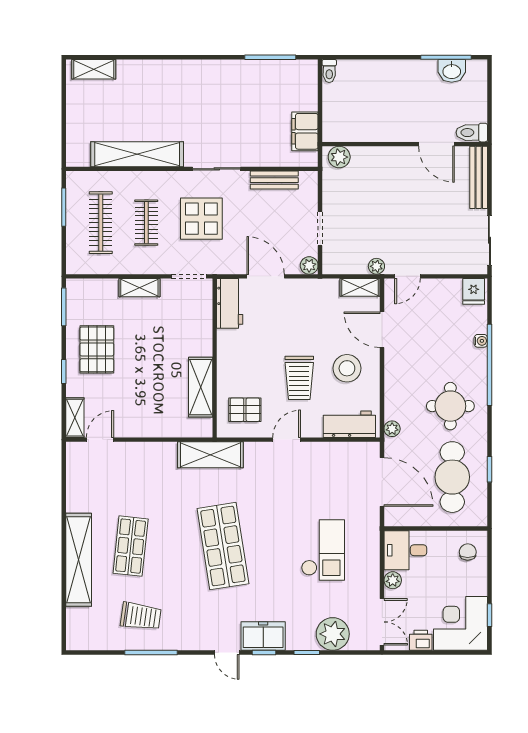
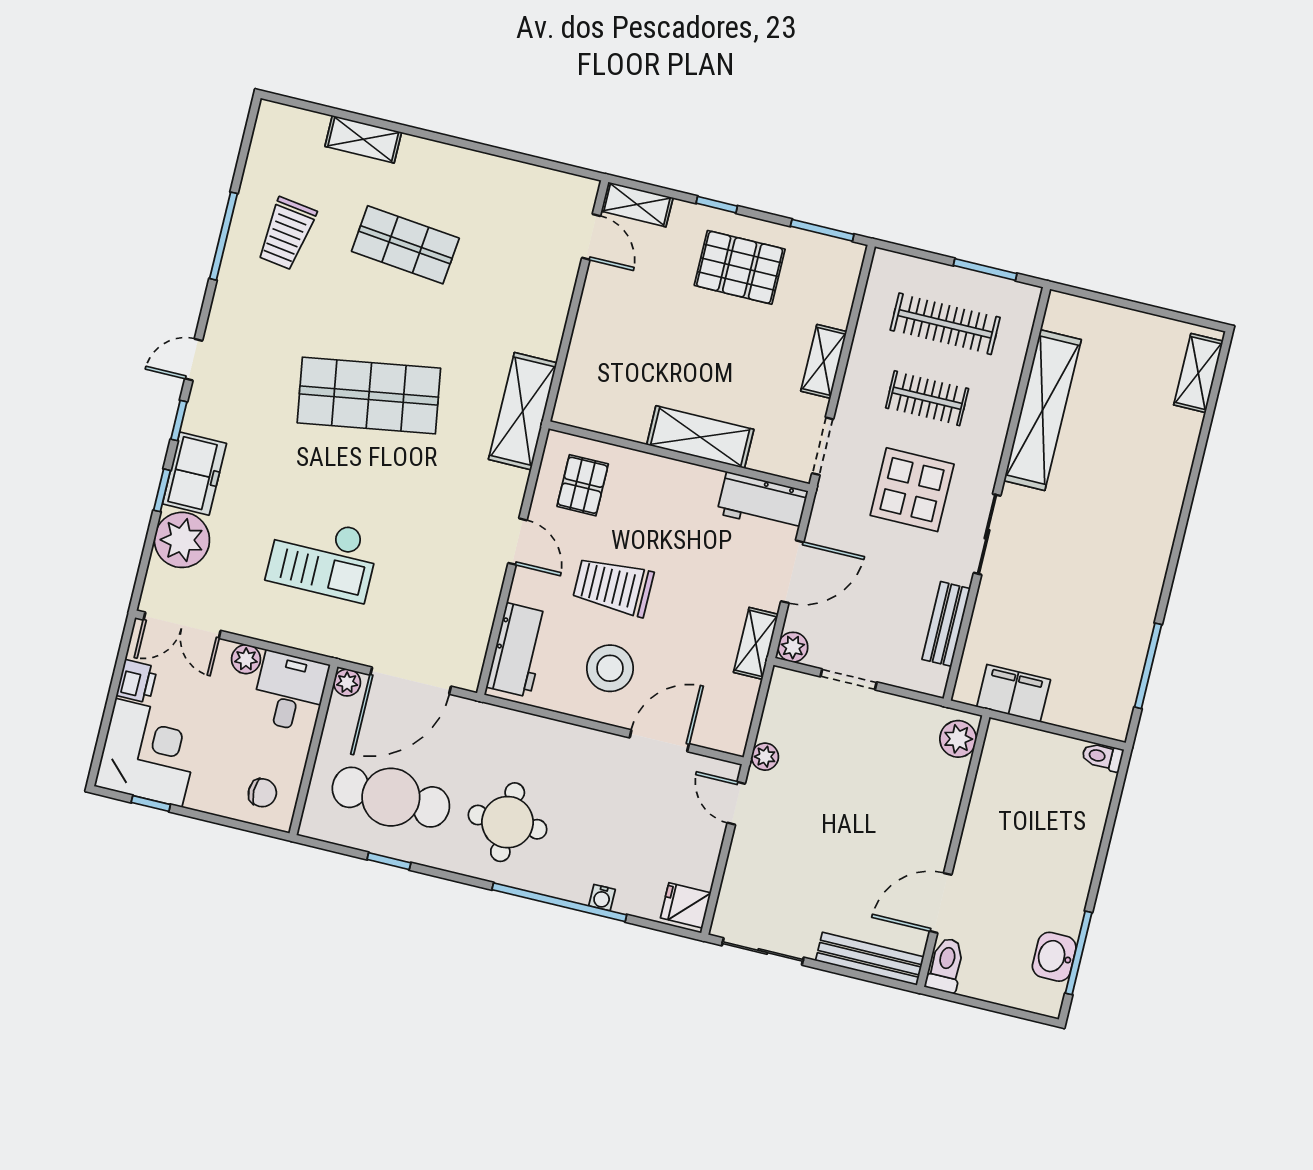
shelving: (360, 287) -> (756, 643), moved
shelving: (201, 387) -> (700, 437), moved
plant: (392, 429) -> (347, 683), moved
shelving: (79, 560) -> (363, 139), width x0.45, depth x0.75
freezer: (263, 636) -> (194, 474), moved

